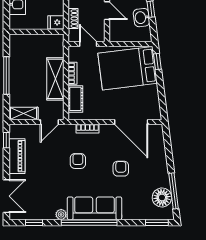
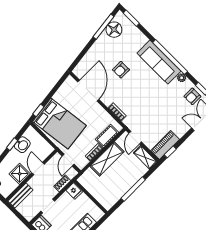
door: (49, 122) -> (135, 138), swing flipped
piano: (17, 156) -> (165, 145), moved
armchair: (78, 161) -> (192, 96), moved

